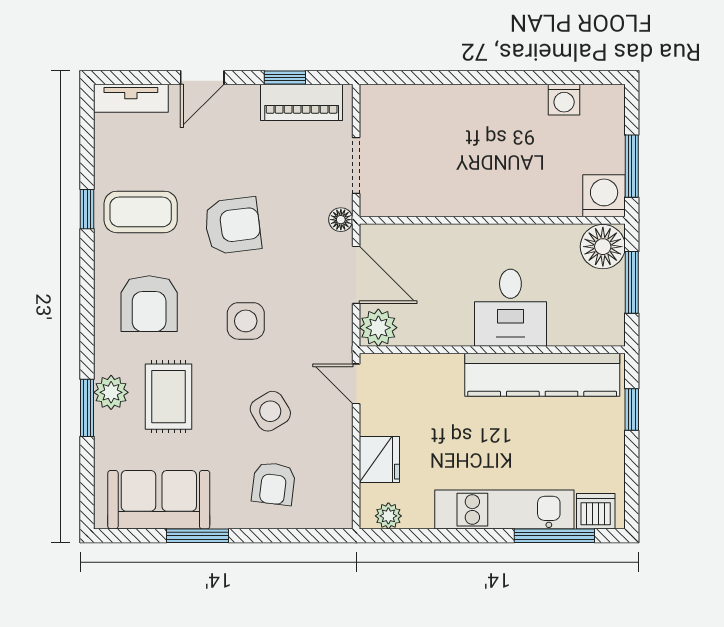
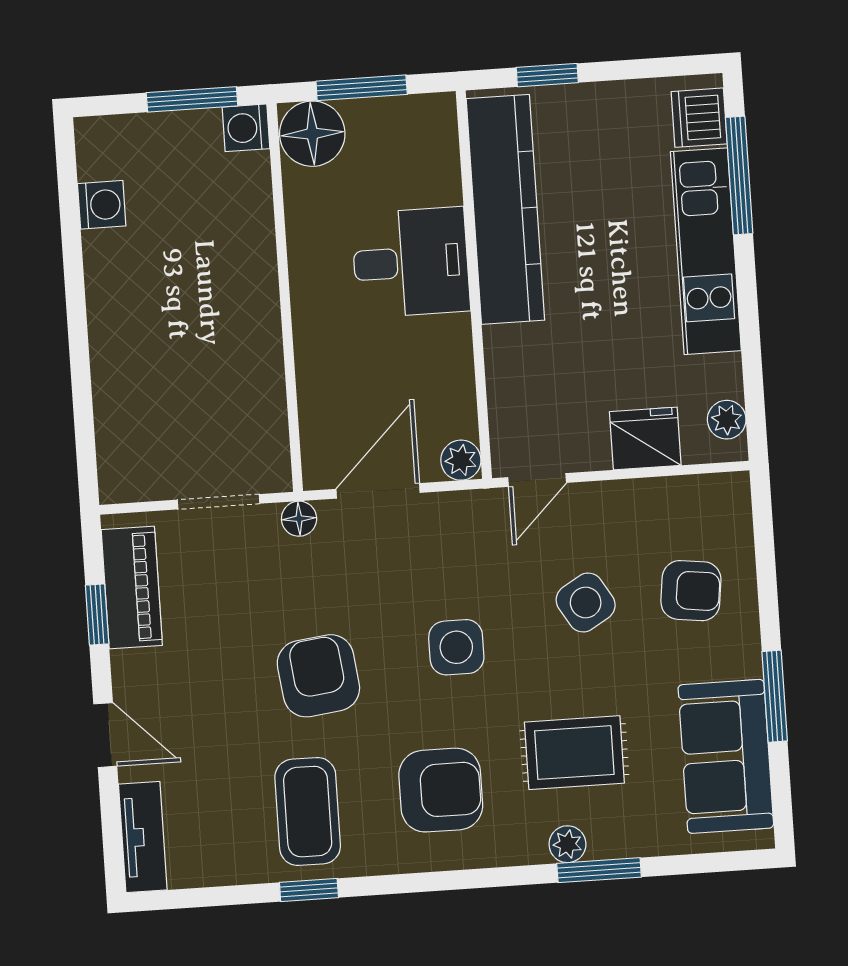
washing machine: (604, 196) -> (246, 128), width x0.73, depth x0.73
plant: (378, 328) -> (461, 460), width x0.73, depth x0.73
plant: (111, 392) -> (567, 844), width x0.73, depth x0.73

